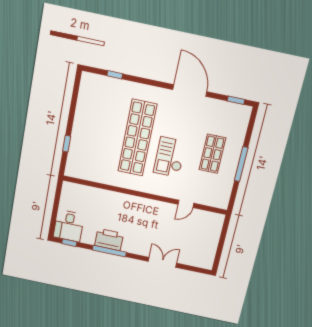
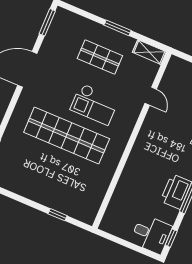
window: (236, 100) -> (47, 22), width x1.50
window: (241, 164) -> (117, 28), width x0.69
shelving: (224, 196) -> (149, 52), added

